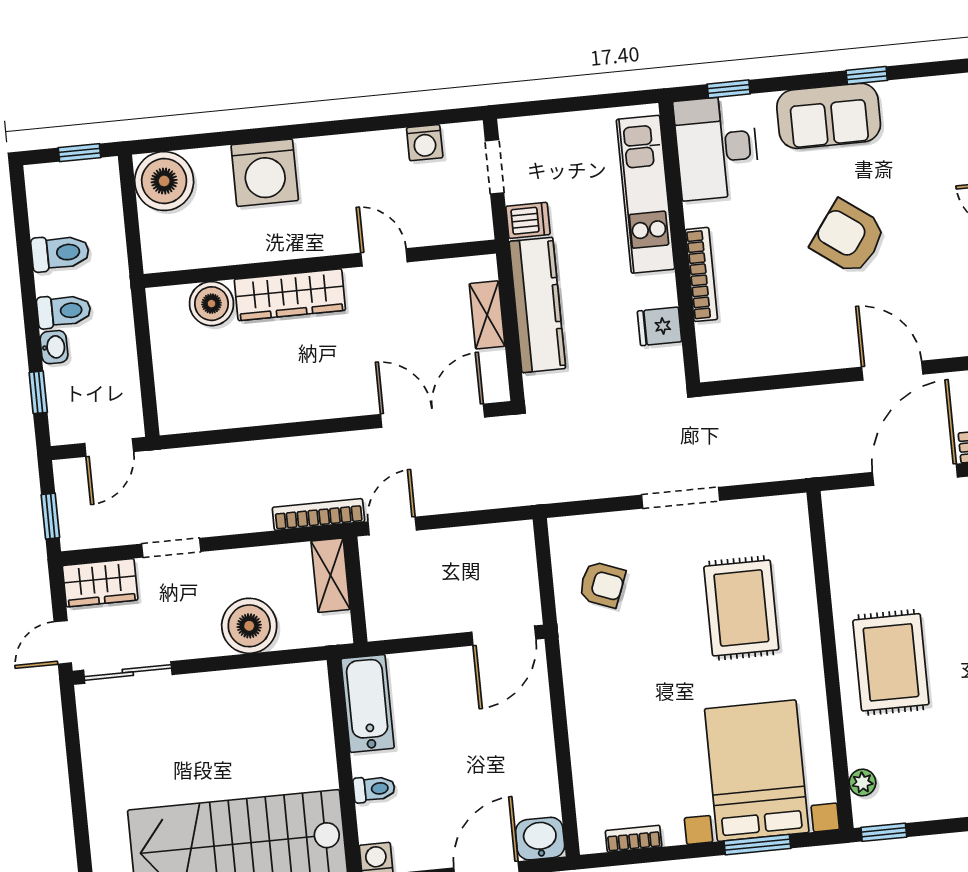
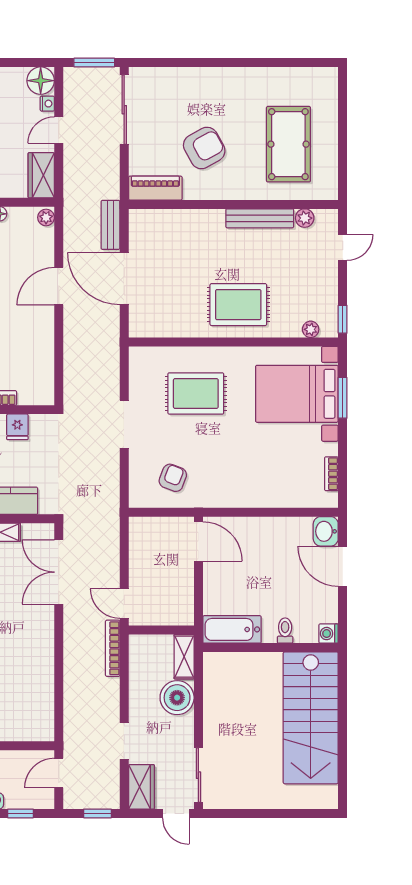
door: (109, 447) -> (59, 773), swing flipped
shelving: (331, 575) -> (184, 657), moved, turned 90

